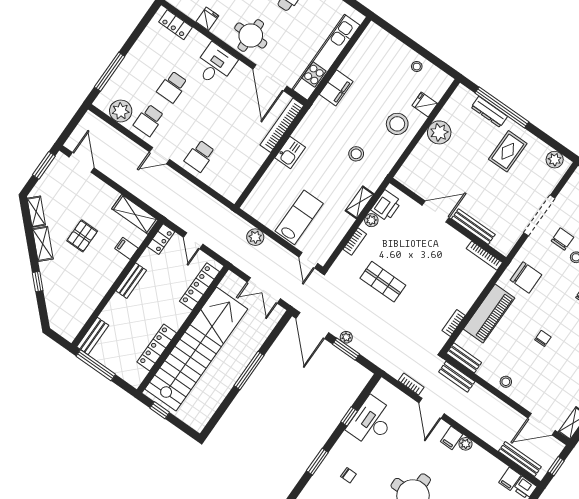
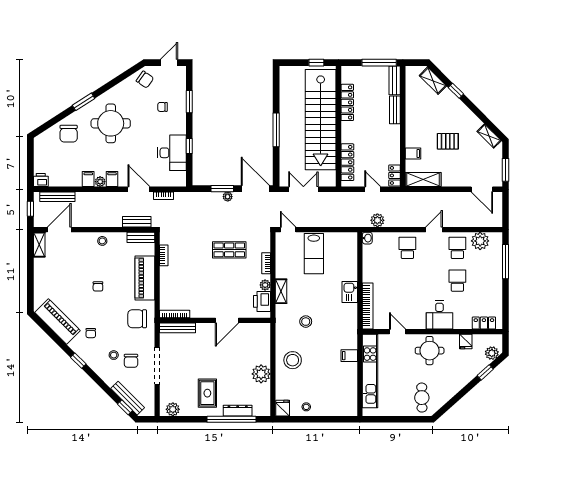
door: (270, 78) -> (398, 332), width x0.53
filing cabinet: (336, 88) -> (349, 356), width x0.50
fridge: (425, 105) -> (283, 408), moved, turned -90
washbasin: (234, 195) -> (367, 238), added
bench: (473, 227) -> (178, 328), moved
pallet: (82, 236) -> (448, 141), turned 90
plant: (255, 237) -> (377, 220), moved
shelving: (43, 244) -> (433, 81), moved
bench: (131, 281) -> (395, 110), moved
filing cabinet: (510, 479) -> (88, 179), moved

